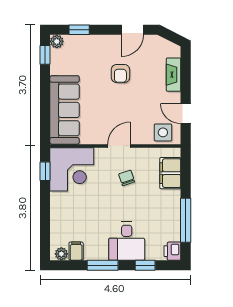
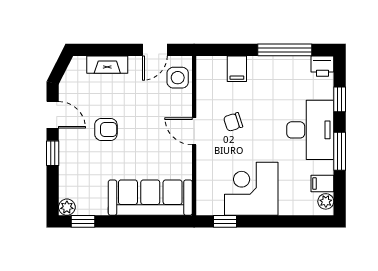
window: (79, 30) -> (53, 153), moved
corner desk: (72, 169) -> (251, 189), moved, turned -90
filing cabinet: (170, 173) -> (237, 69), width x0.50
desk: (127, 241) -> (310, 130), width x1.37

